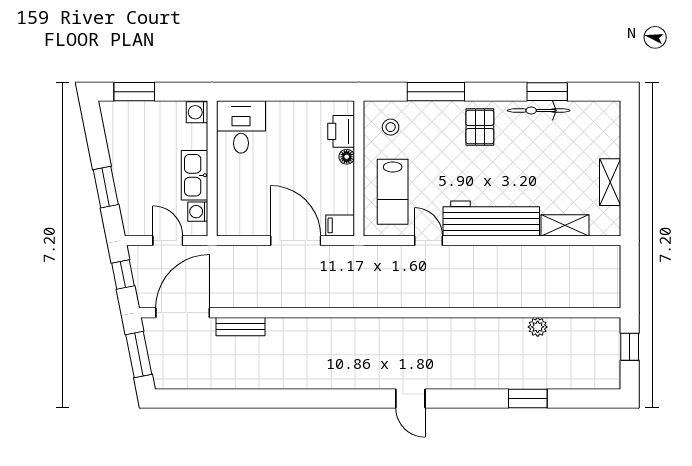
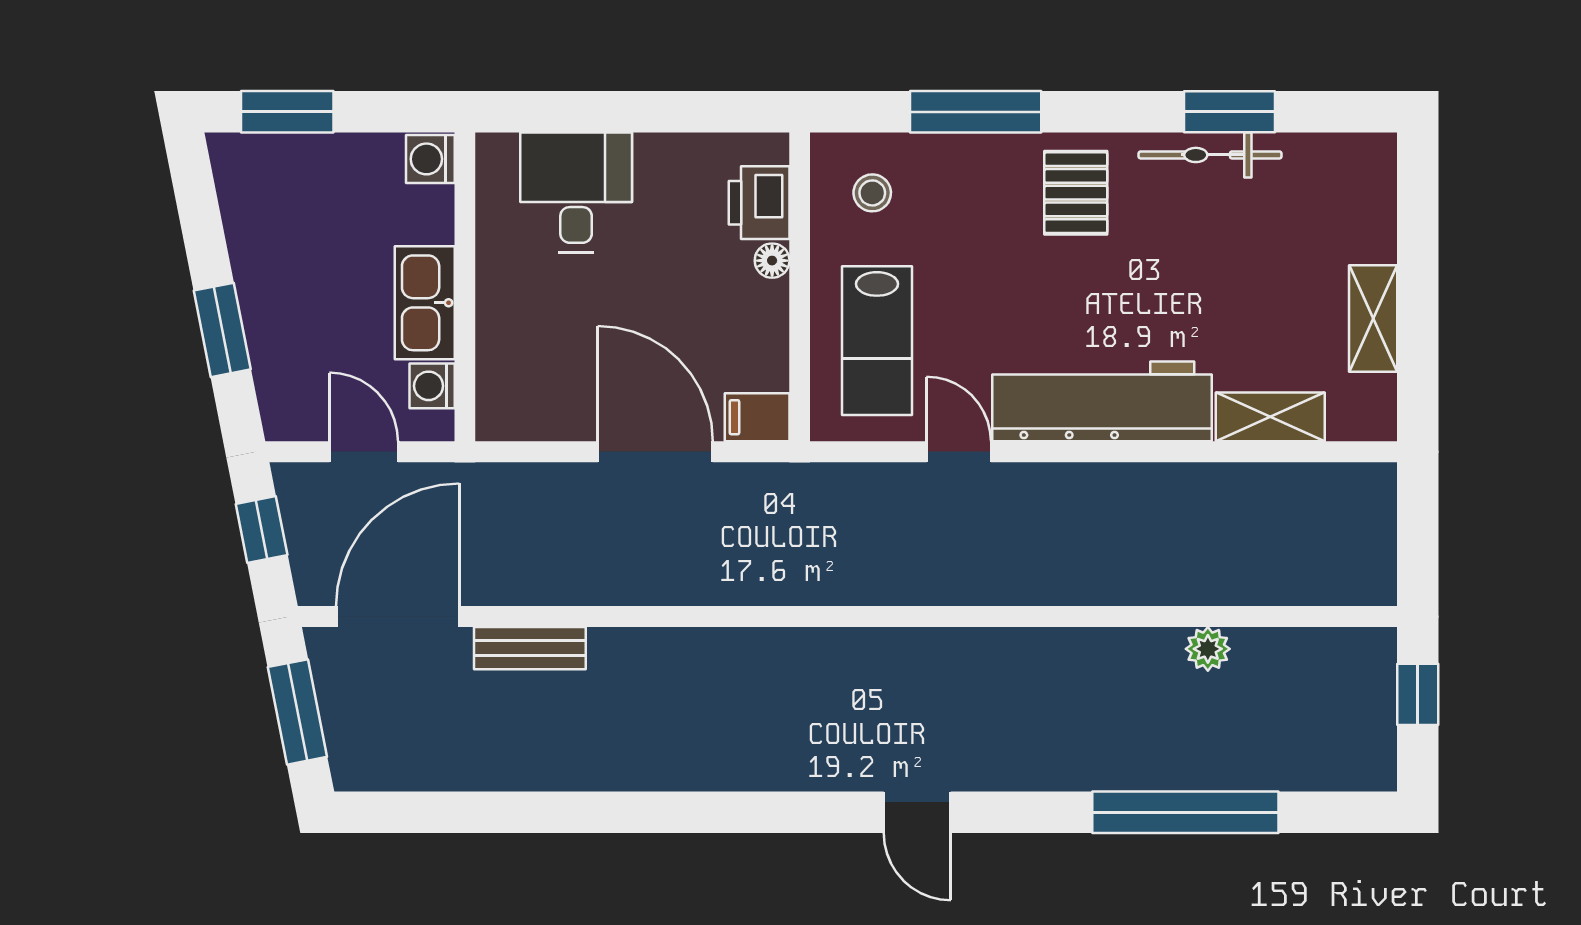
desk: (241, 127) -> (576, 192), moved
window: (528, 399) -> (1185, 812), width x2.11

